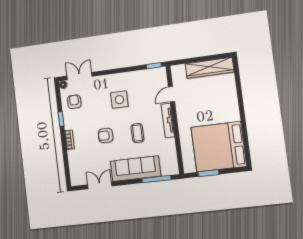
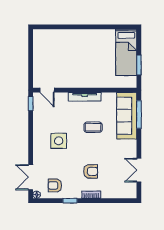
wardrobe: (209, 68) -> (40, 51), removed
door: (172, 94) -> (47, 90), moved
armchair: (106, 135) -> (91, 171), moved, turned -90
bed: (219, 147) -> (126, 52), width x0.49
sofa: (135, 169) -> (127, 116), moved

